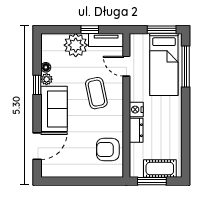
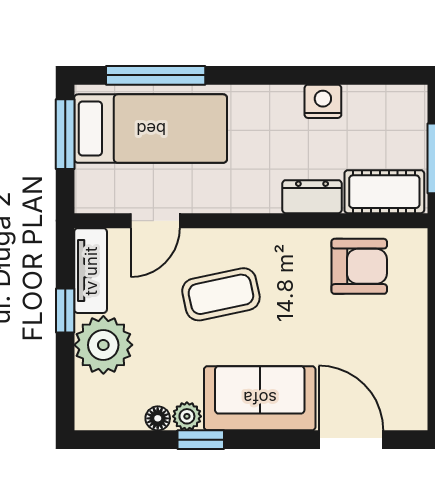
nightstand: (136, 110) -> (323, 101), moved, turned 180
armchair: (108, 150) -> (359, 266), turned -90
cot: (160, 169) -> (384, 192), moved, turned 90

